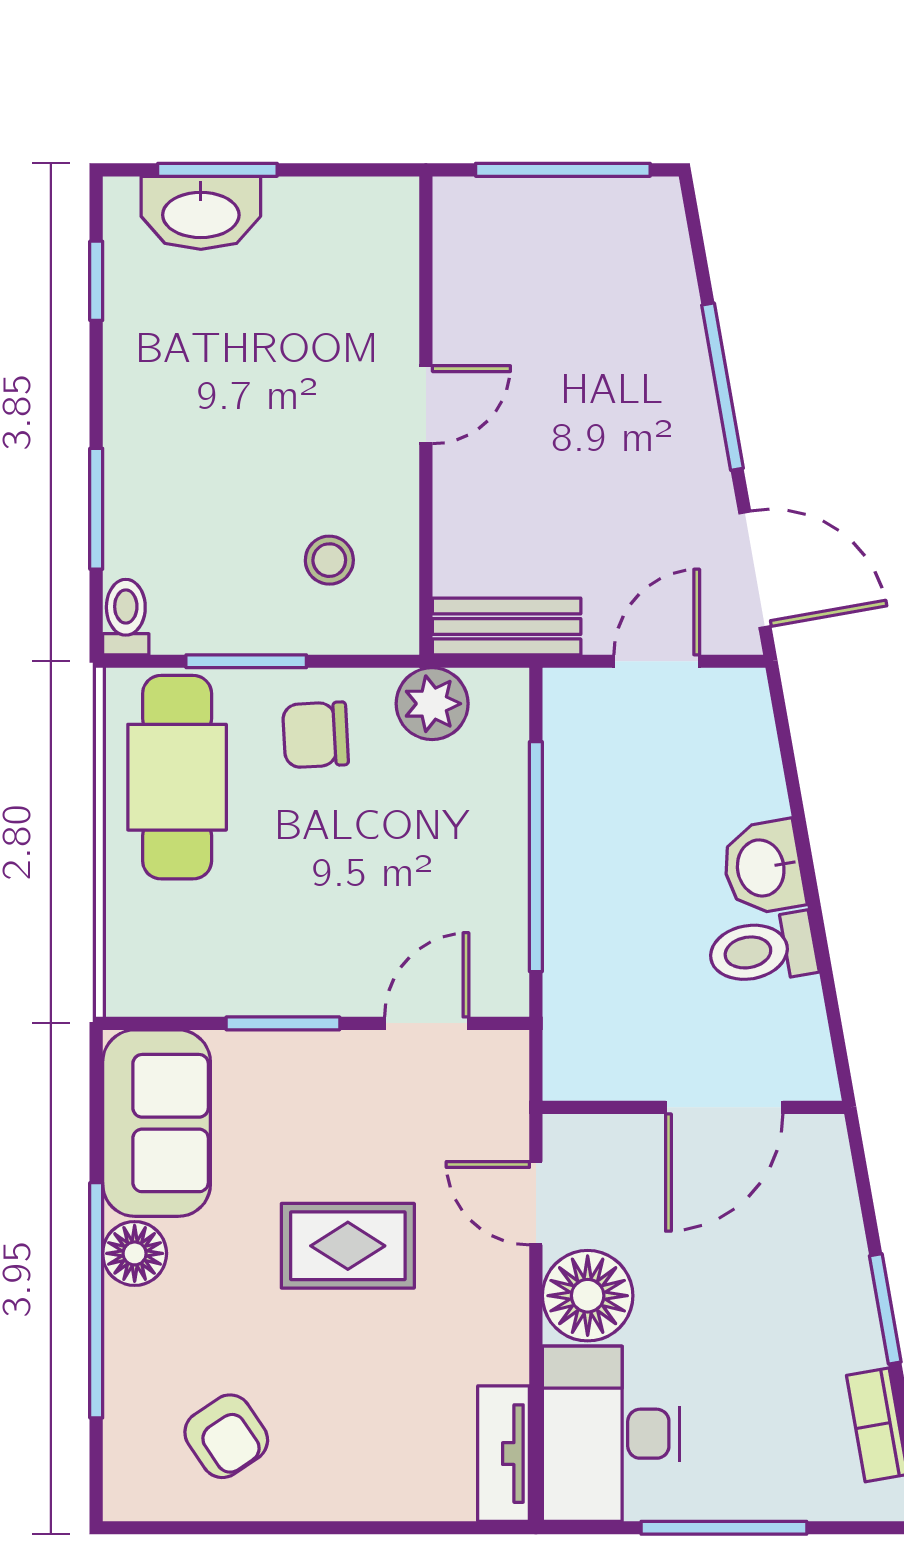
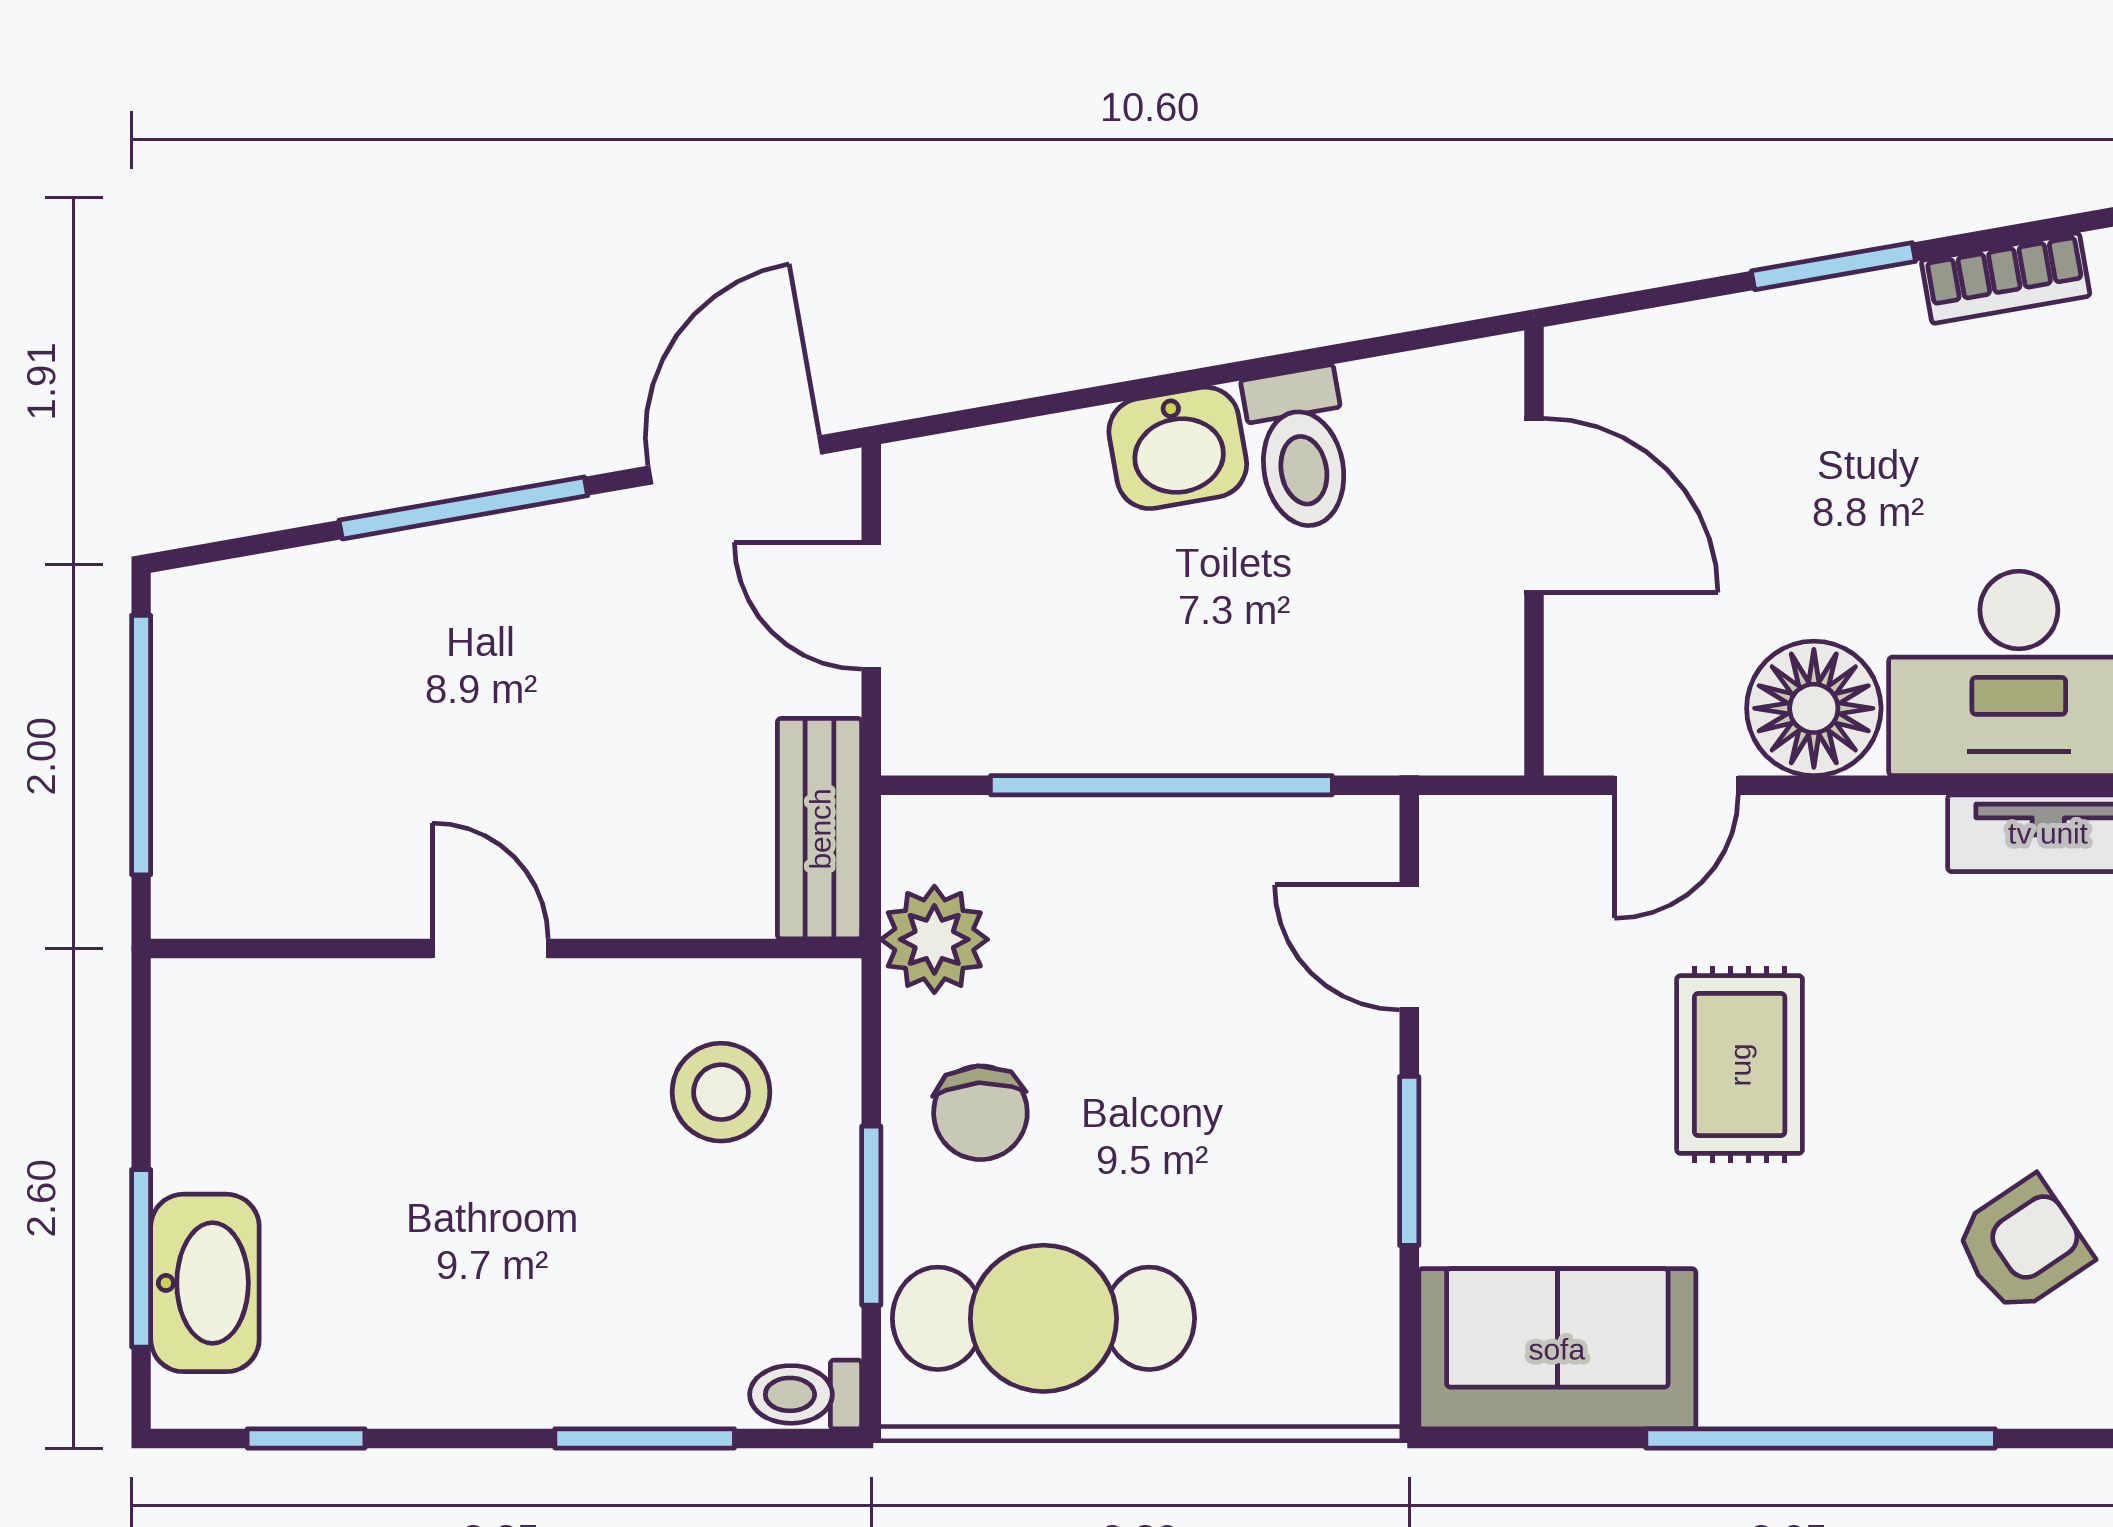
stool: (329, 560) -> (721, 1092), width x1.37, depth x1.37
floor lamp: (135, 1253) -> (1751, 1381), removed

